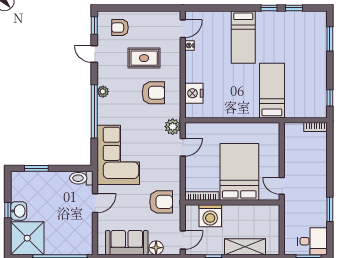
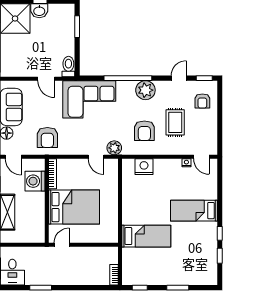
armchair: (120, 28) -> (202, 101), turned 180
window: (330, 39) -> (178, 288), moved
plant: (103, 92) -> (145, 90), width x1.87, depth x1.87

